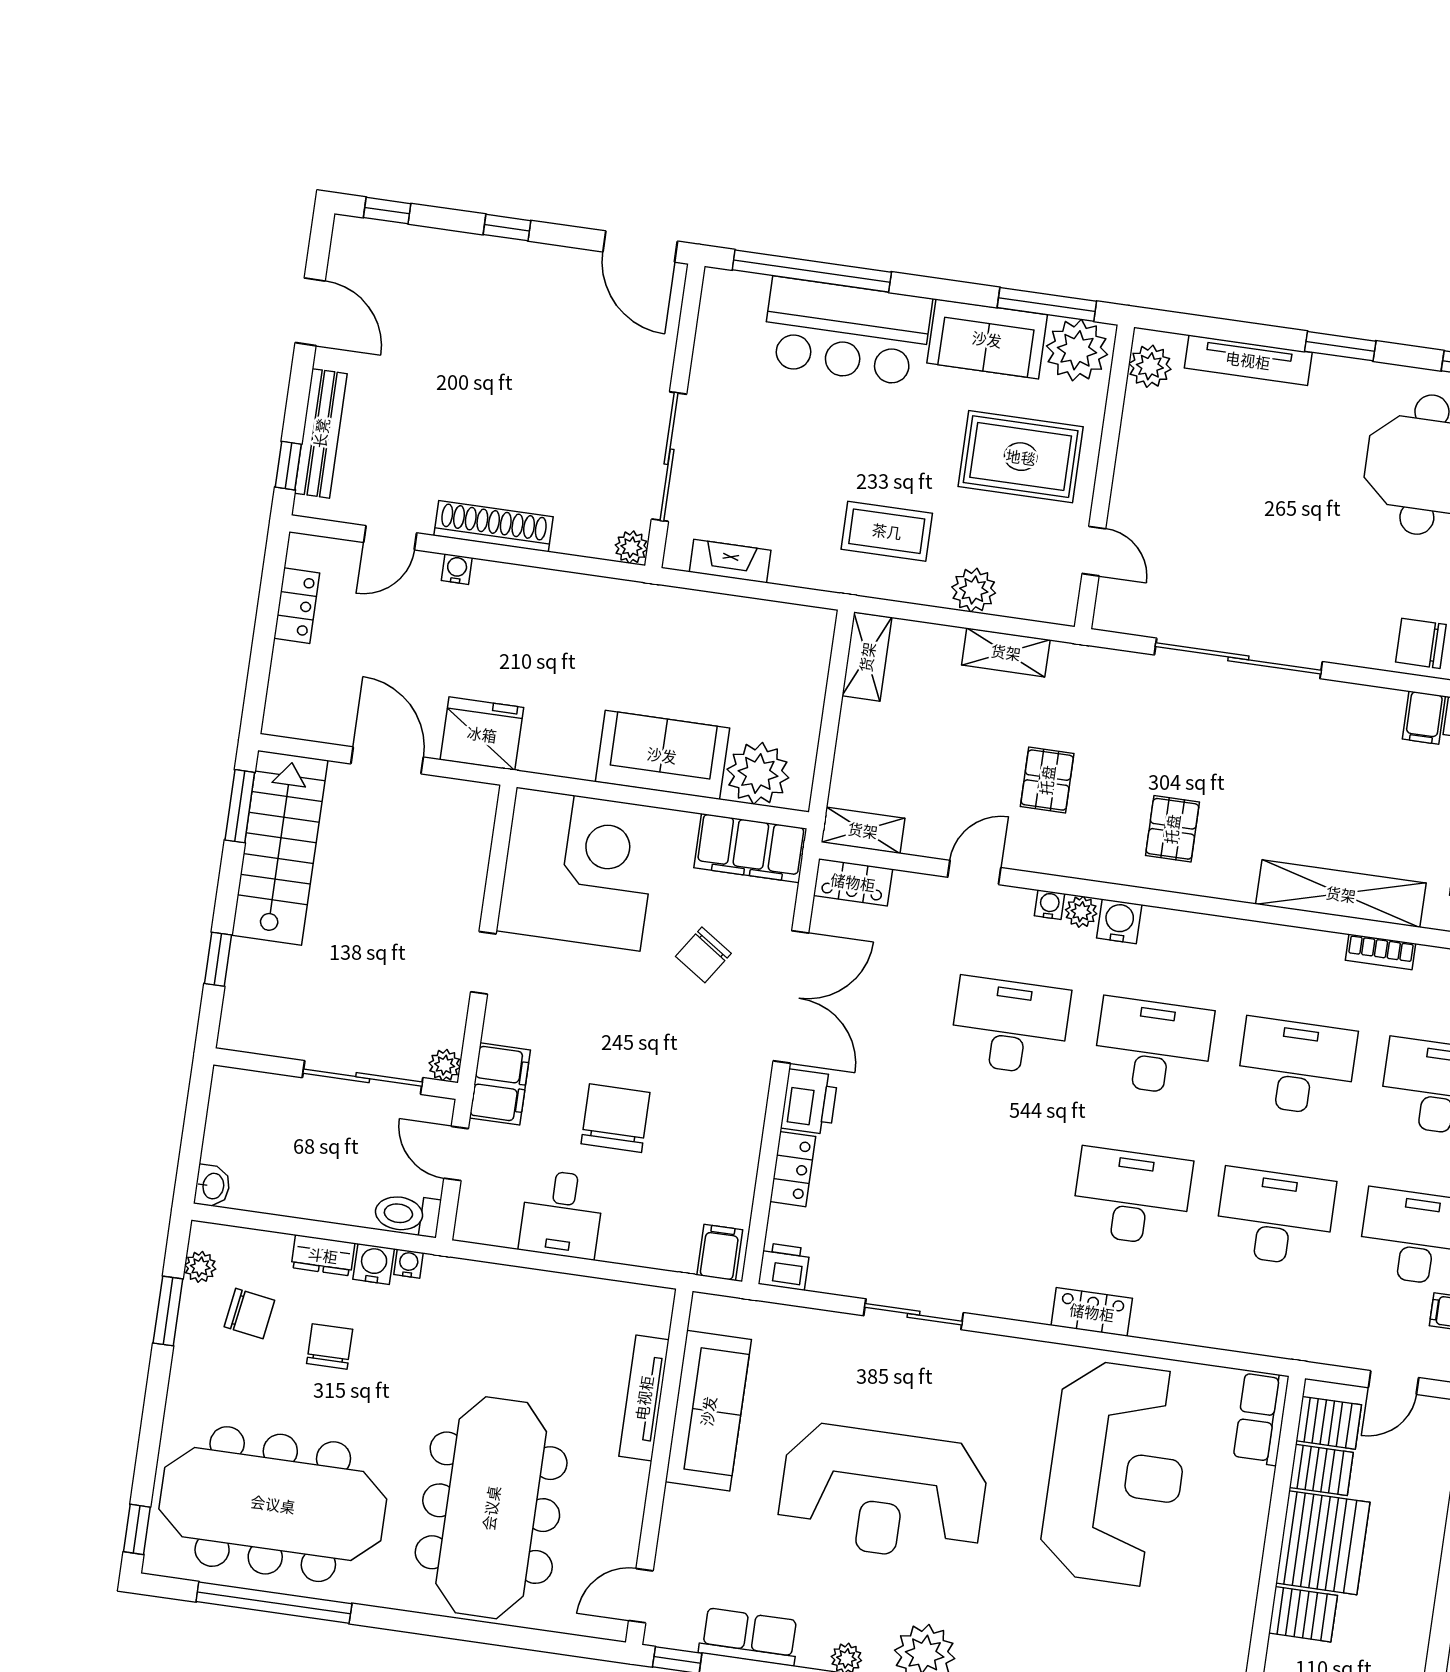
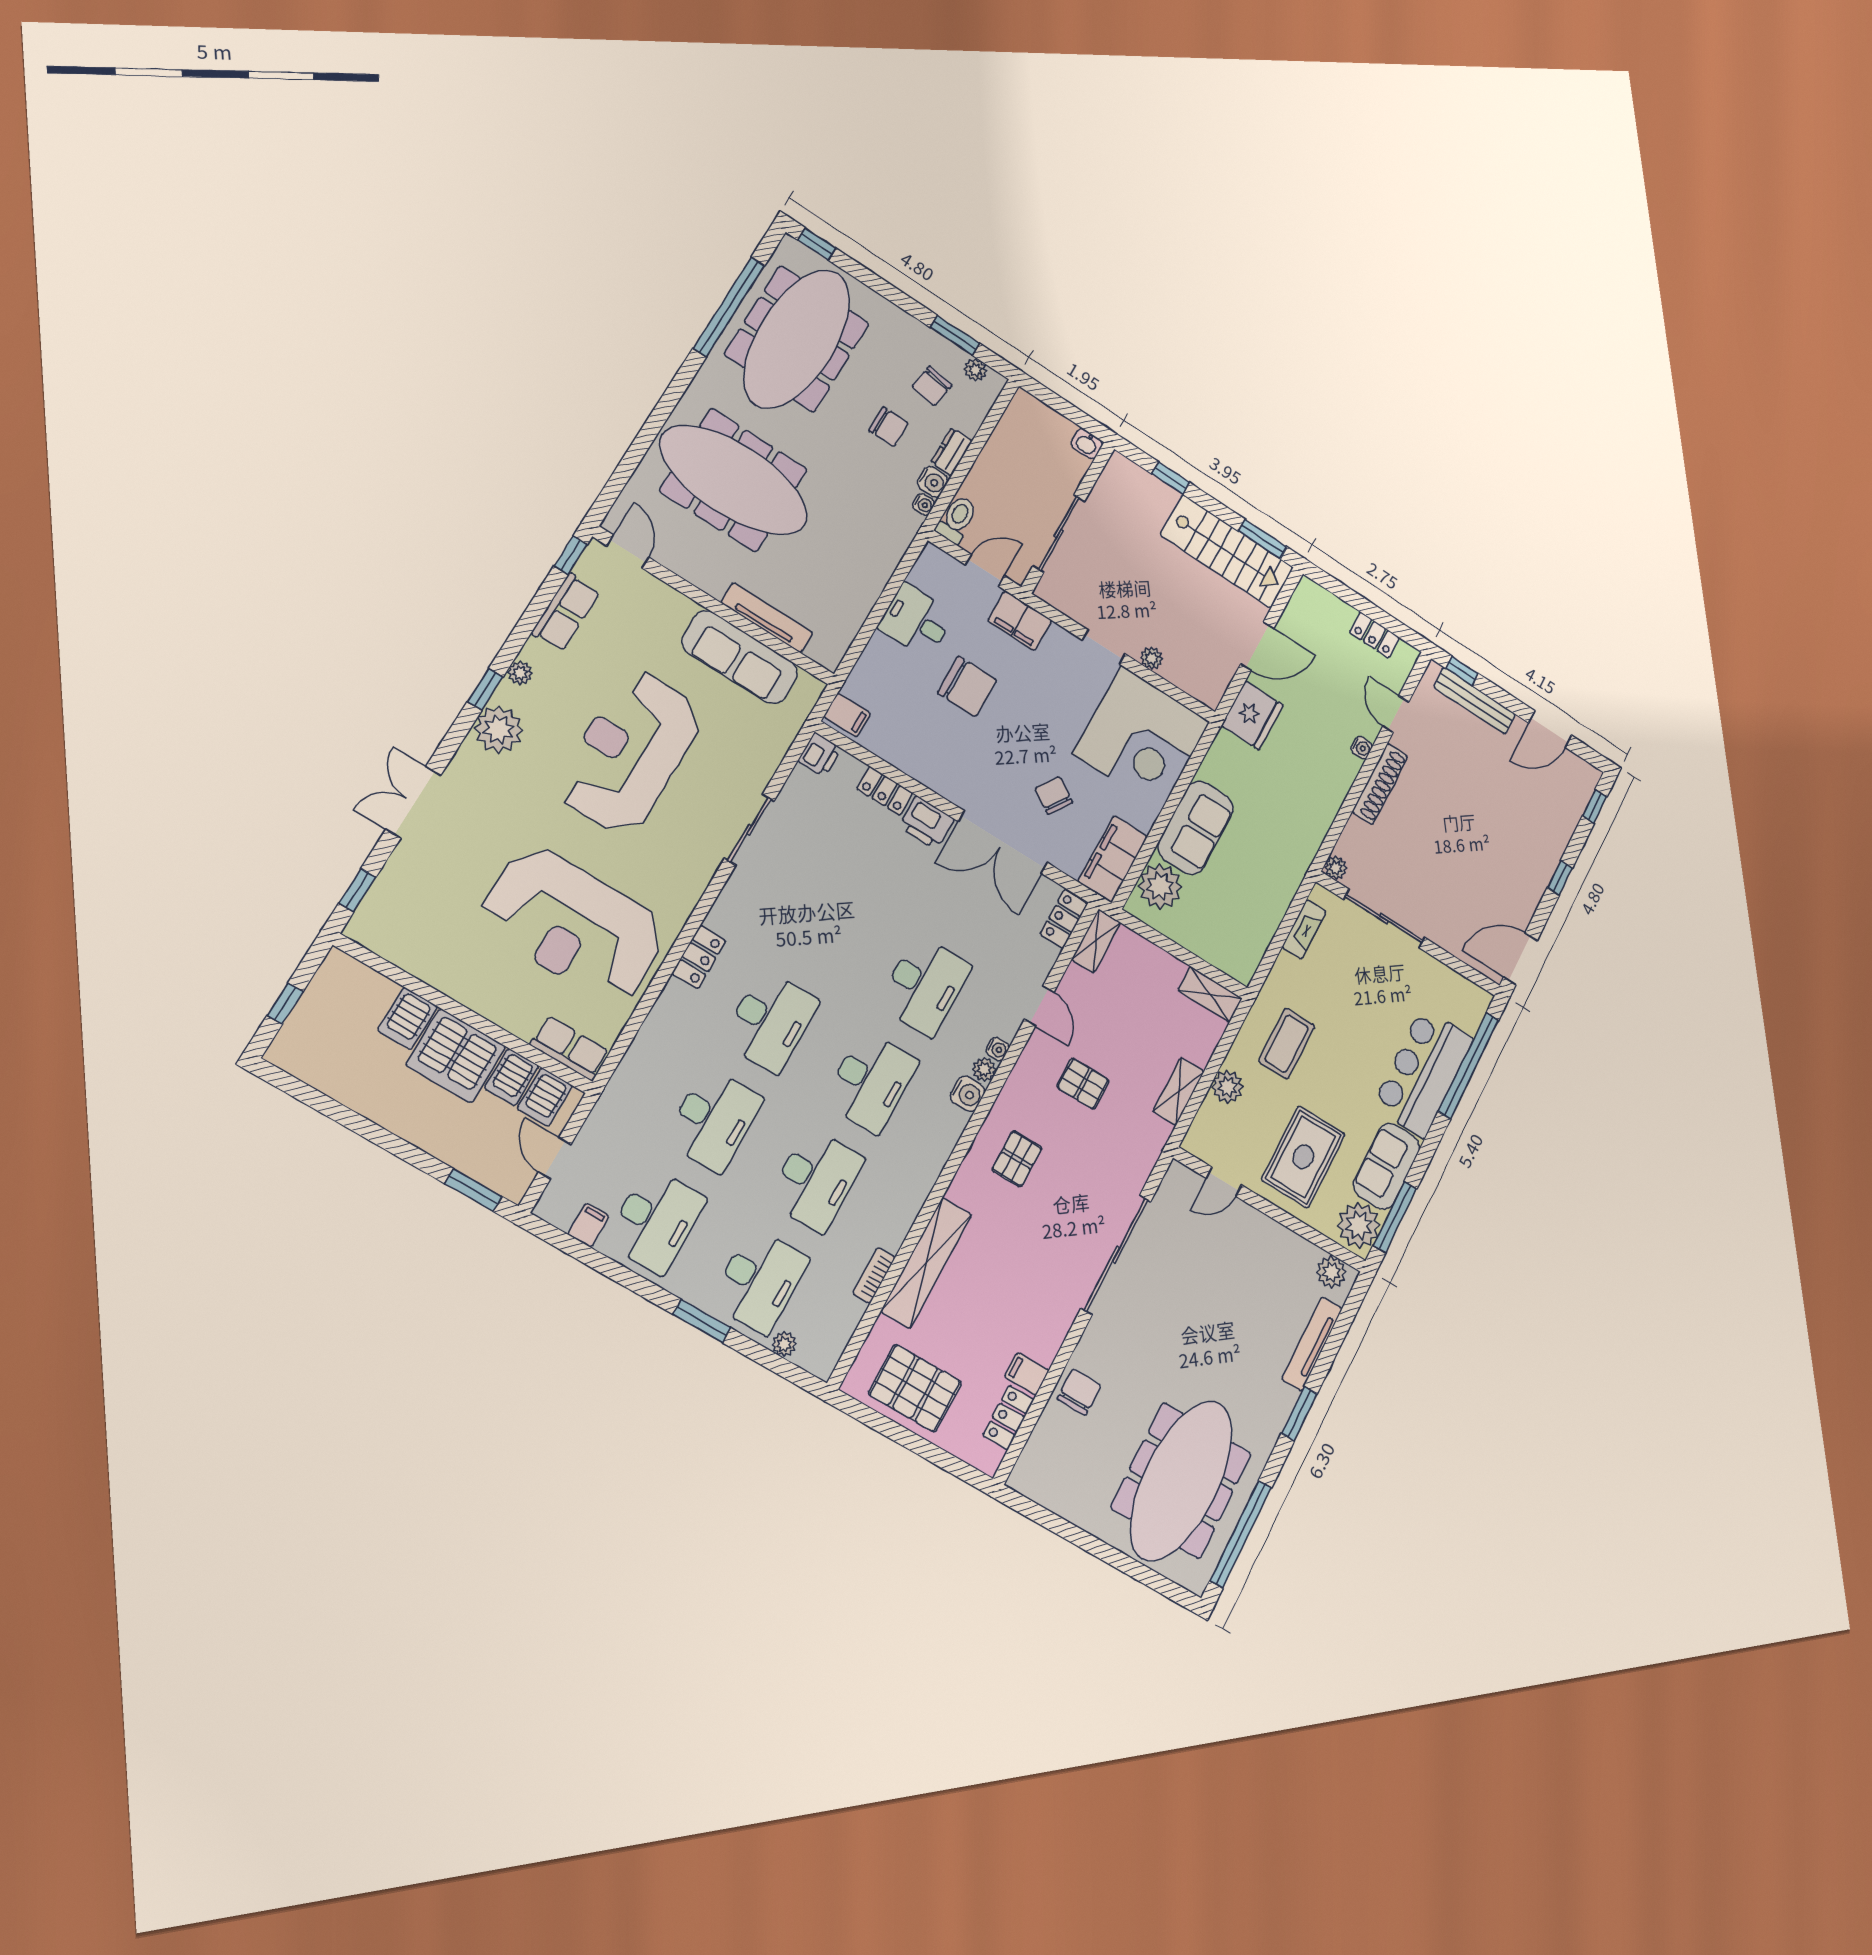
pallet: (1172, 829) -> (1017, 1159), turned 90
plant: (445, 1065) -> (1152, 658), moved
washbasin: (212, 1186) -> (1087, 444), moved

